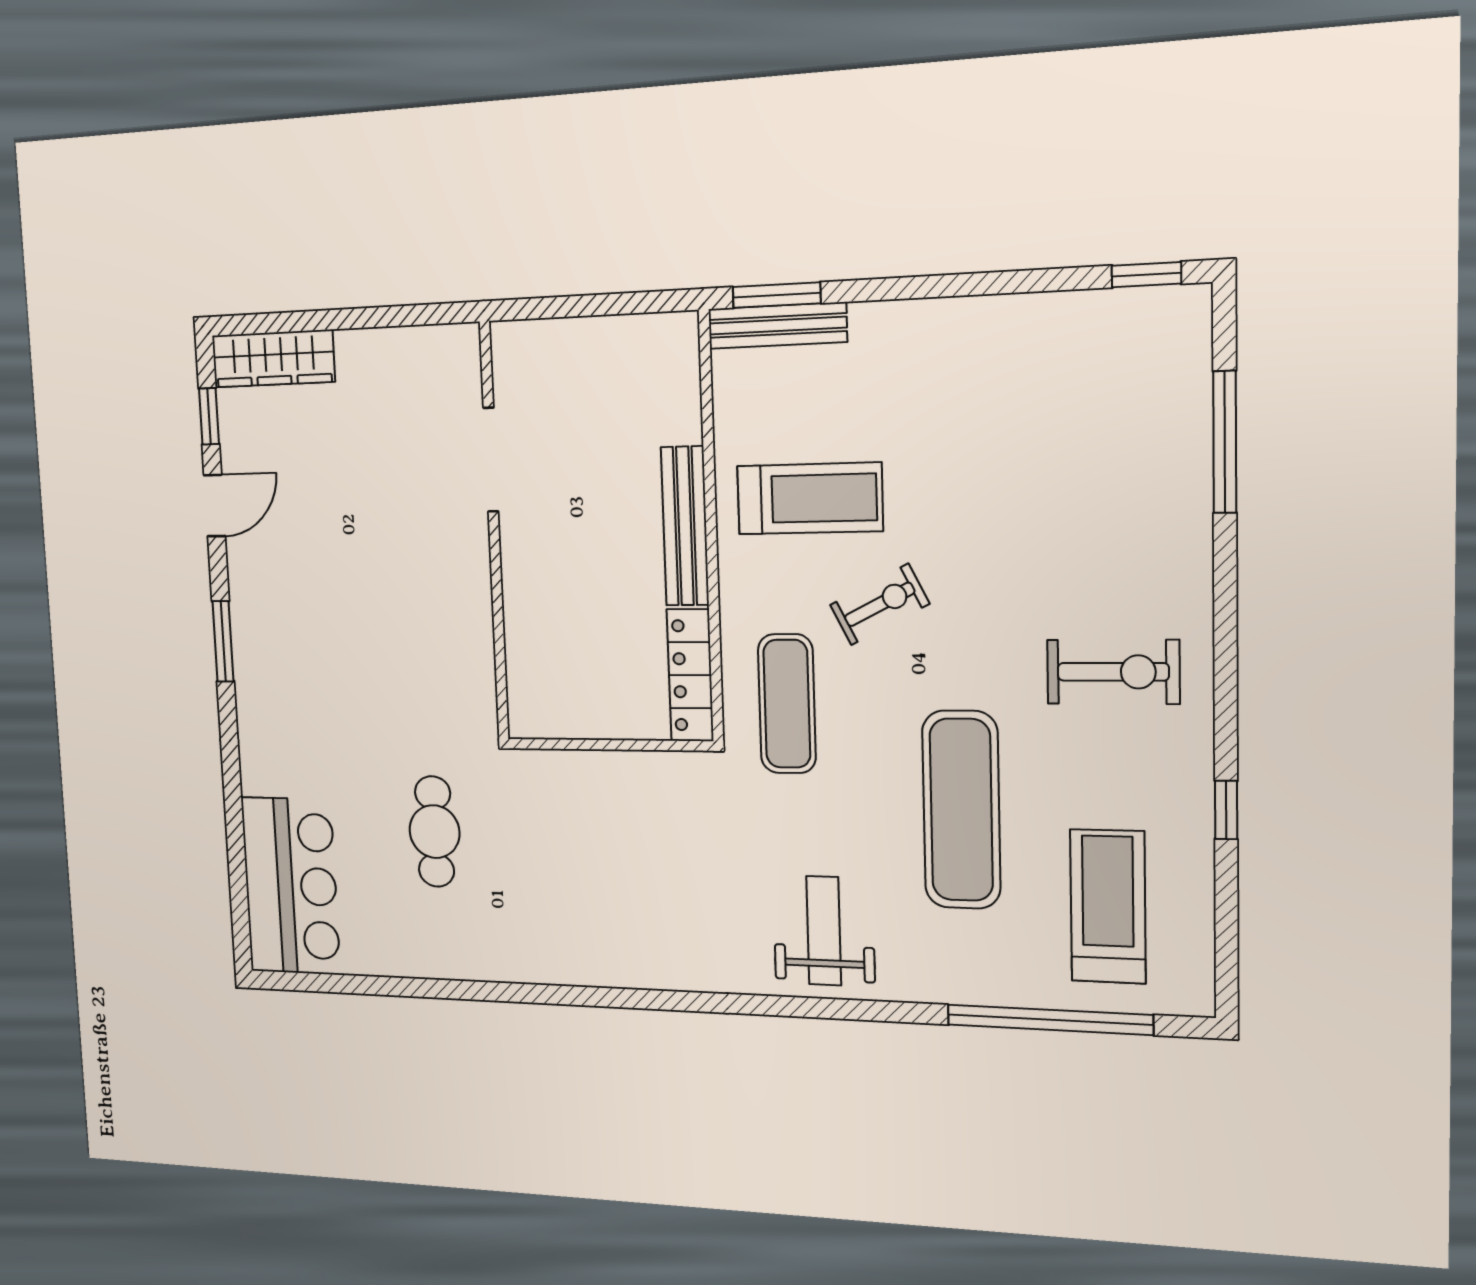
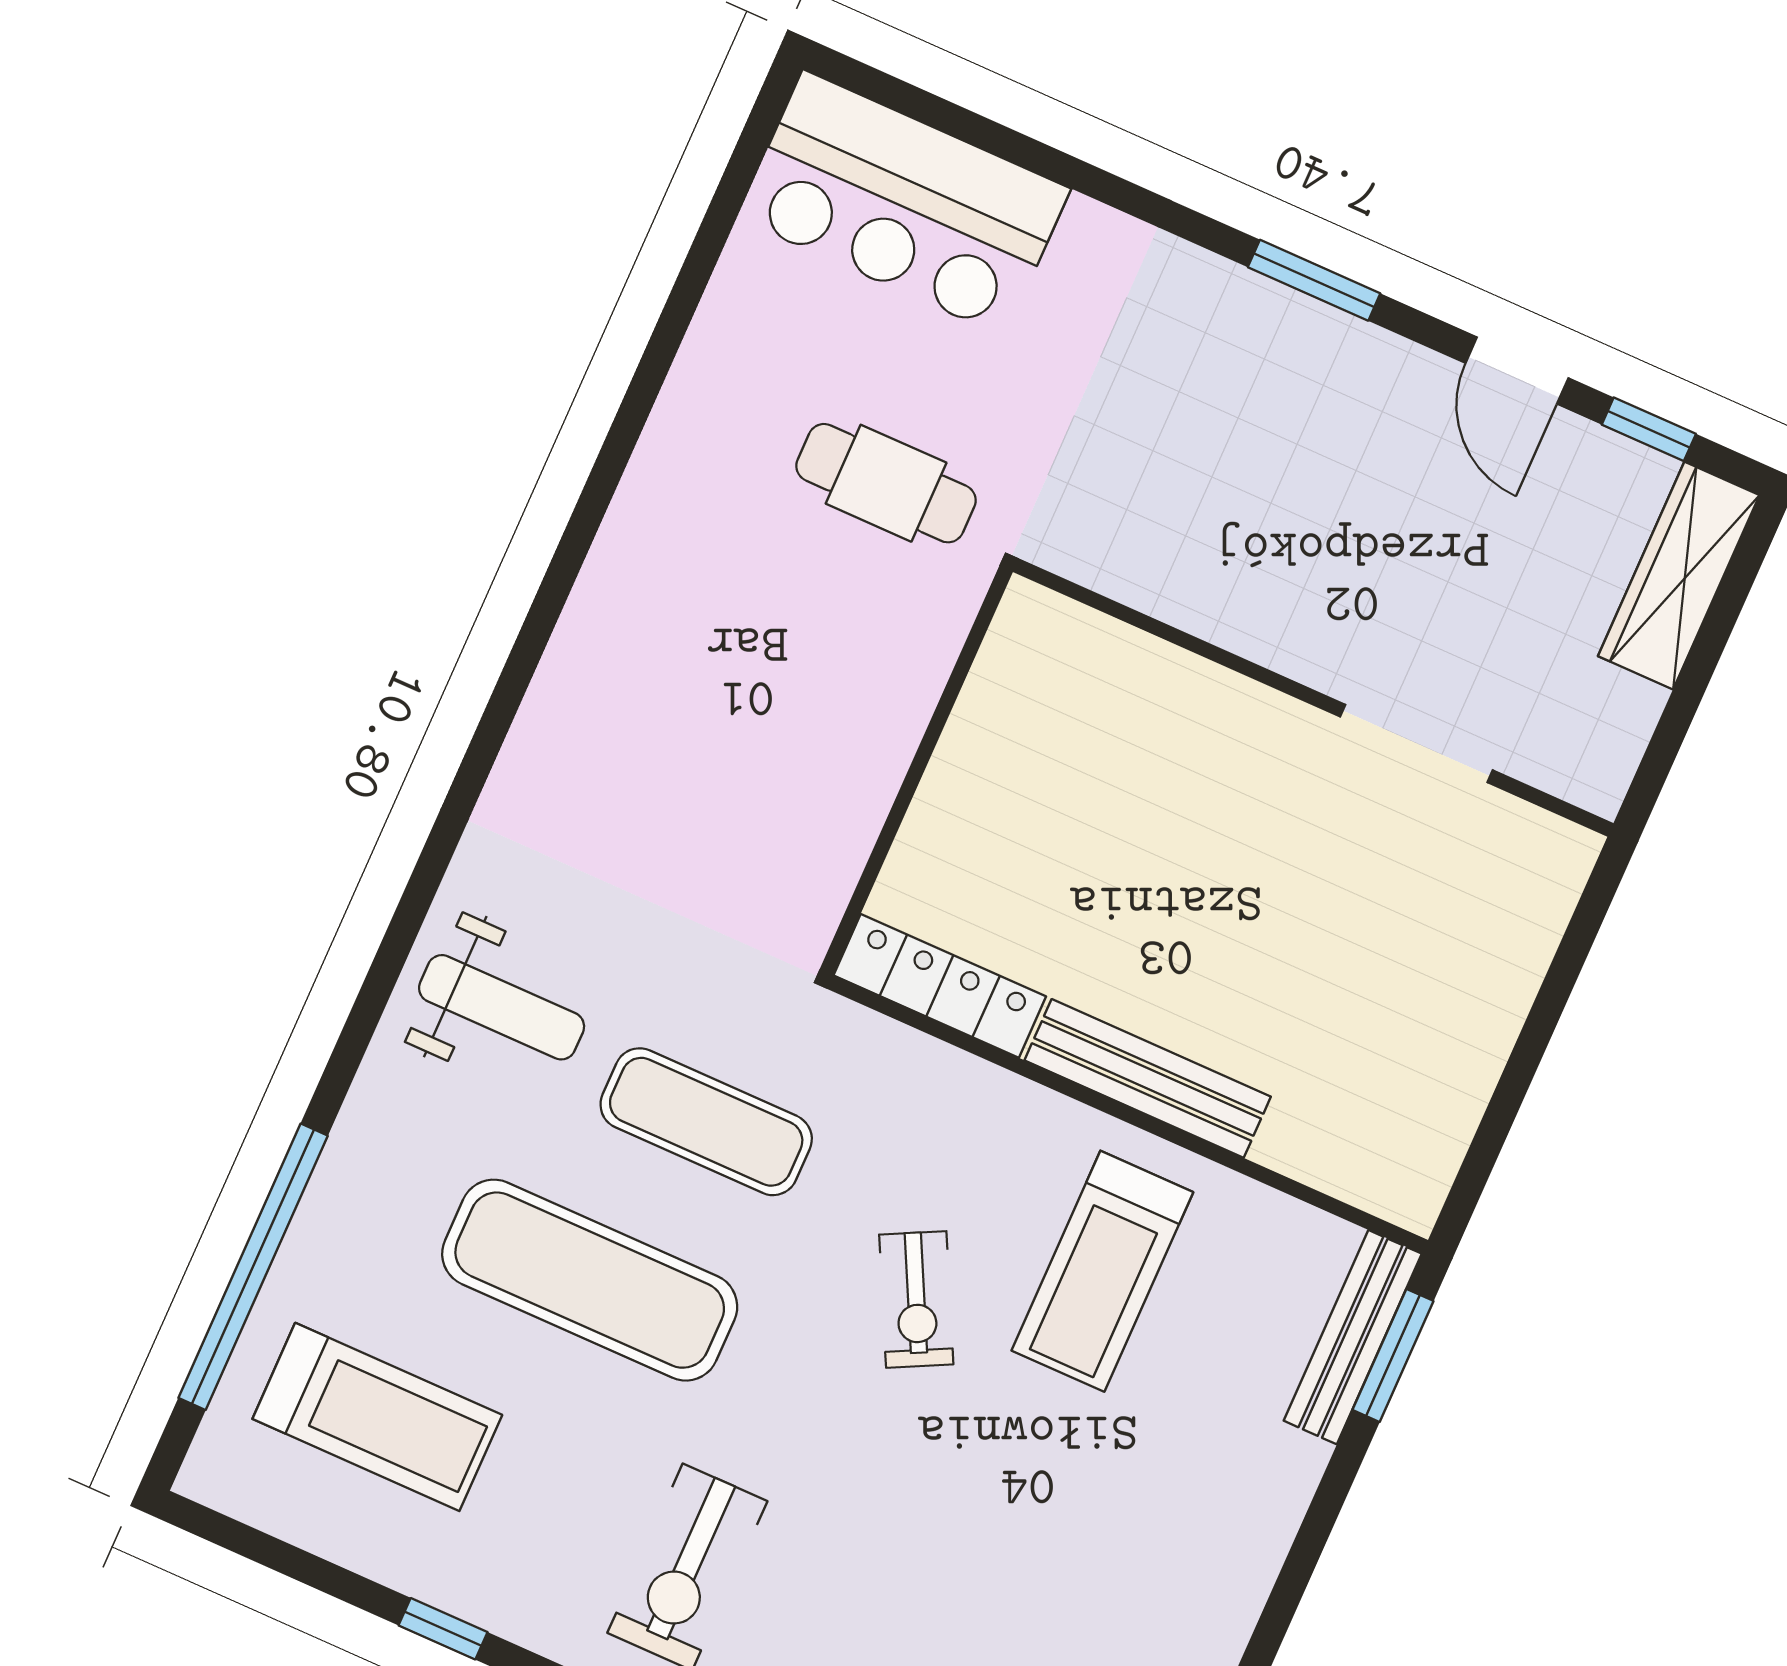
doorway: (491, 460) -> (1416, 743), moved
wall: (494, 532) -> (1313, 698), moved
exercise mat: (787, 704) -> (706, 1122), moved

